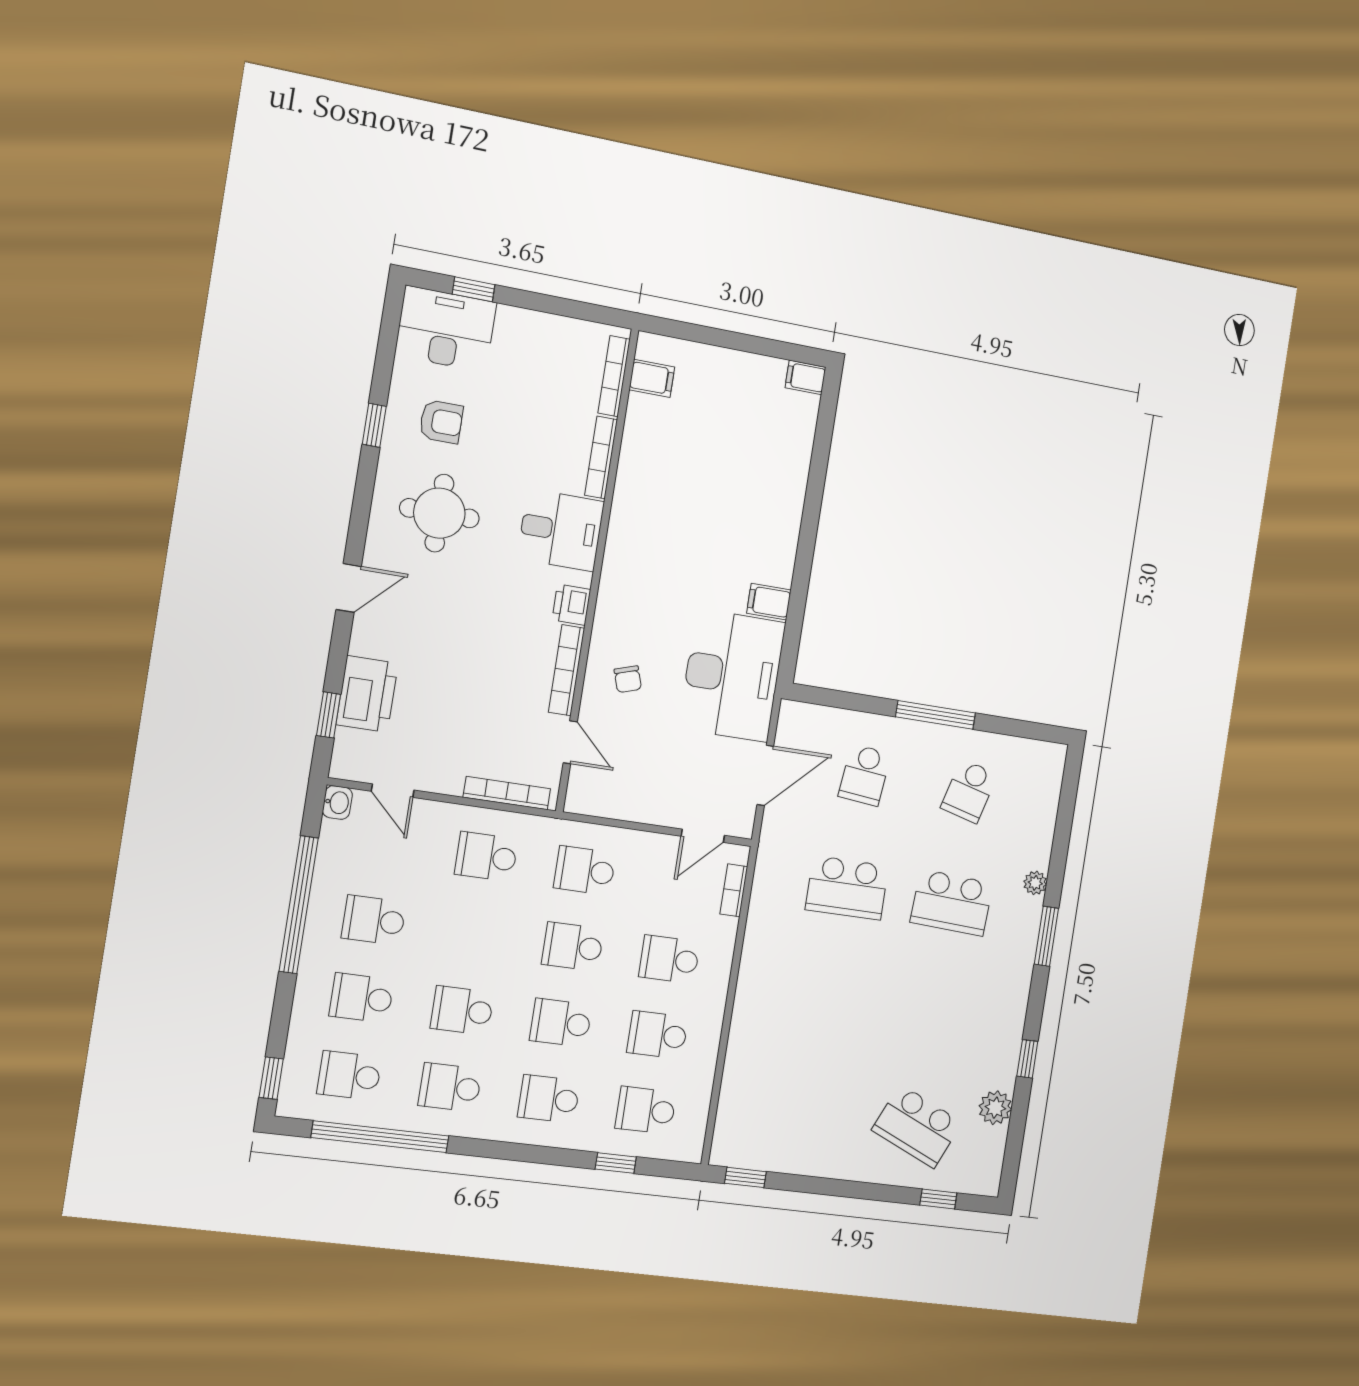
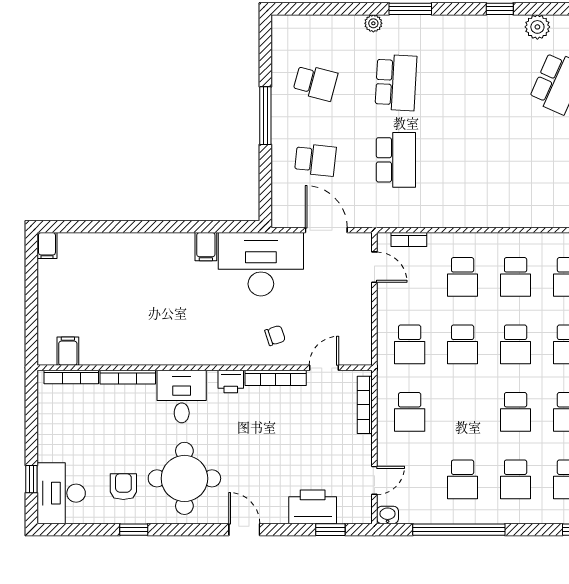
round table: (439, 513) -> (184, 478), width x1.36, depth x1.36

